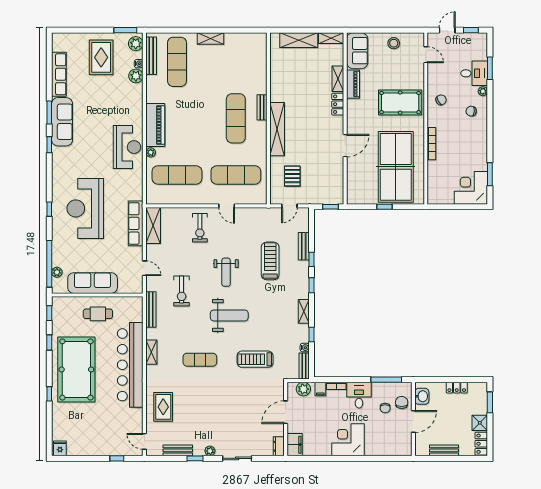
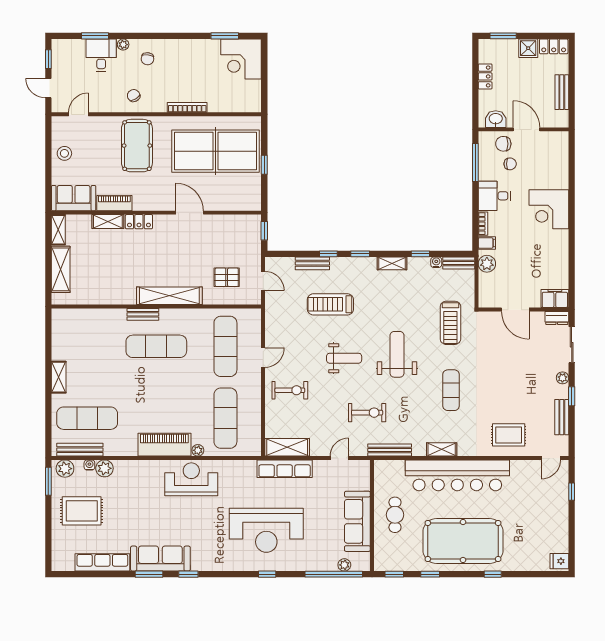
door: (286, 412) -> (515, 310), moved
wall: (286, 419) -> (523, 310), moved
filing cabinet: (295, 445) -> (555, 299), moved
dresser: (279, 446) -> (557, 318), moved

